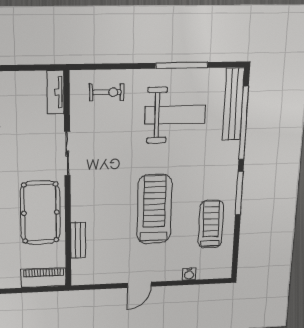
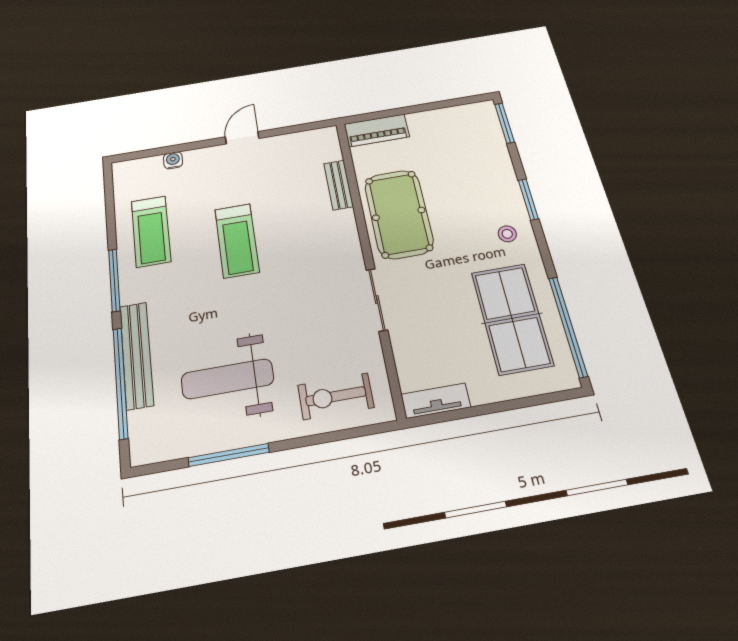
tv unit: (55, 92) -> (436, 401), moved, turned -90
exercise bike: (107, 92) -> (336, 396), width x1.38, depth x1.39
bench: (233, 105) -> (137, 355), moved
treadmill: (154, 209) -> (237, 241), width x0.73, depth x0.73

